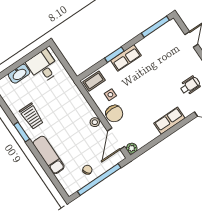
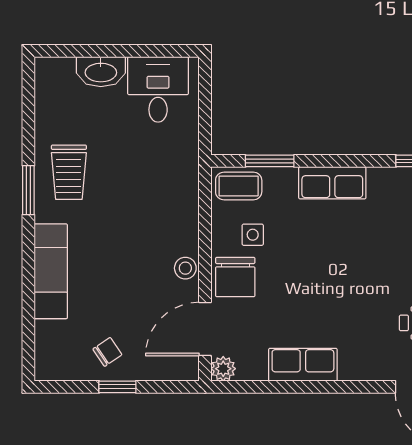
window: (114, 55) -> (270, 161), moved
row of seats: (169, 121) -> (303, 365), moved
window: (99, 180) -> (117, 387), width x0.32

